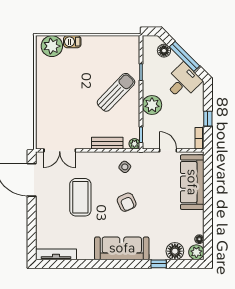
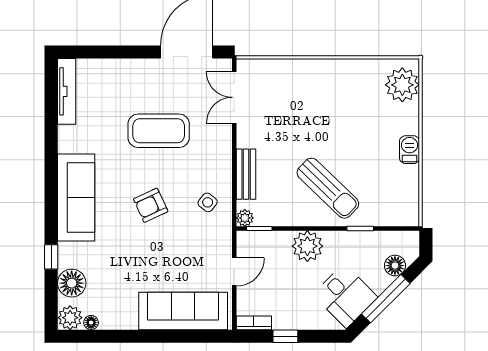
barbecue: (72, 42) -> (410, 150), moved

